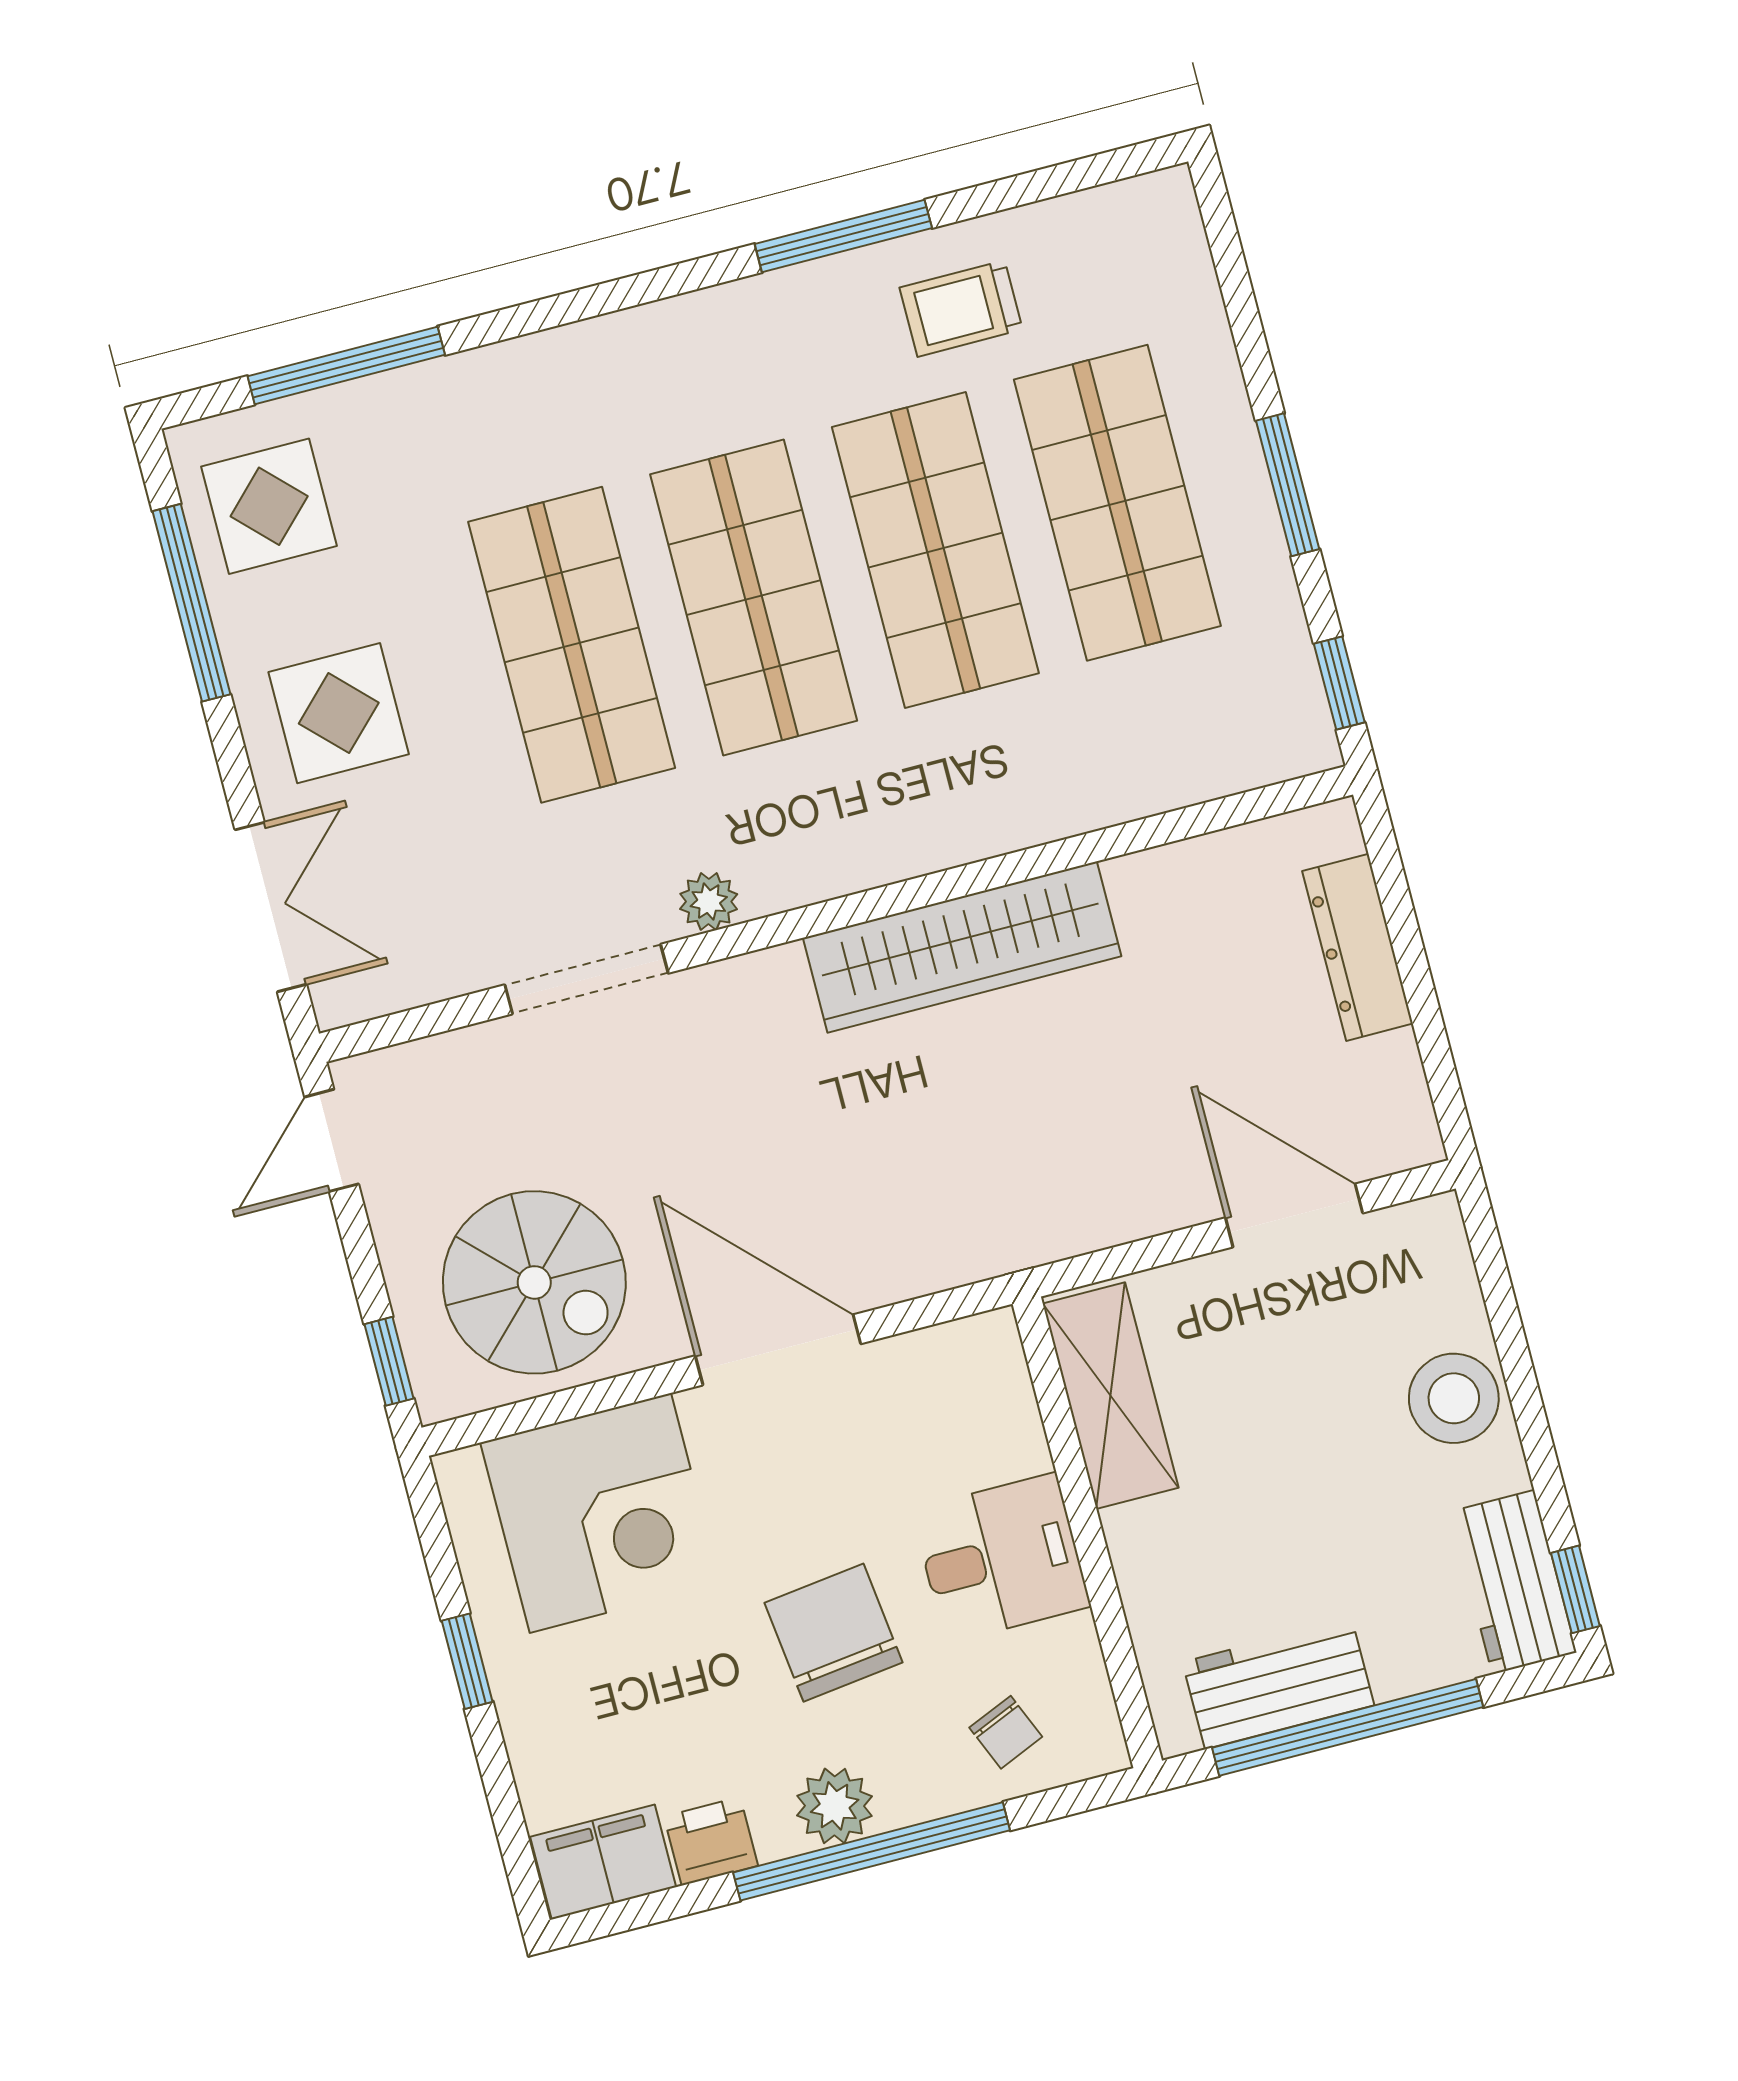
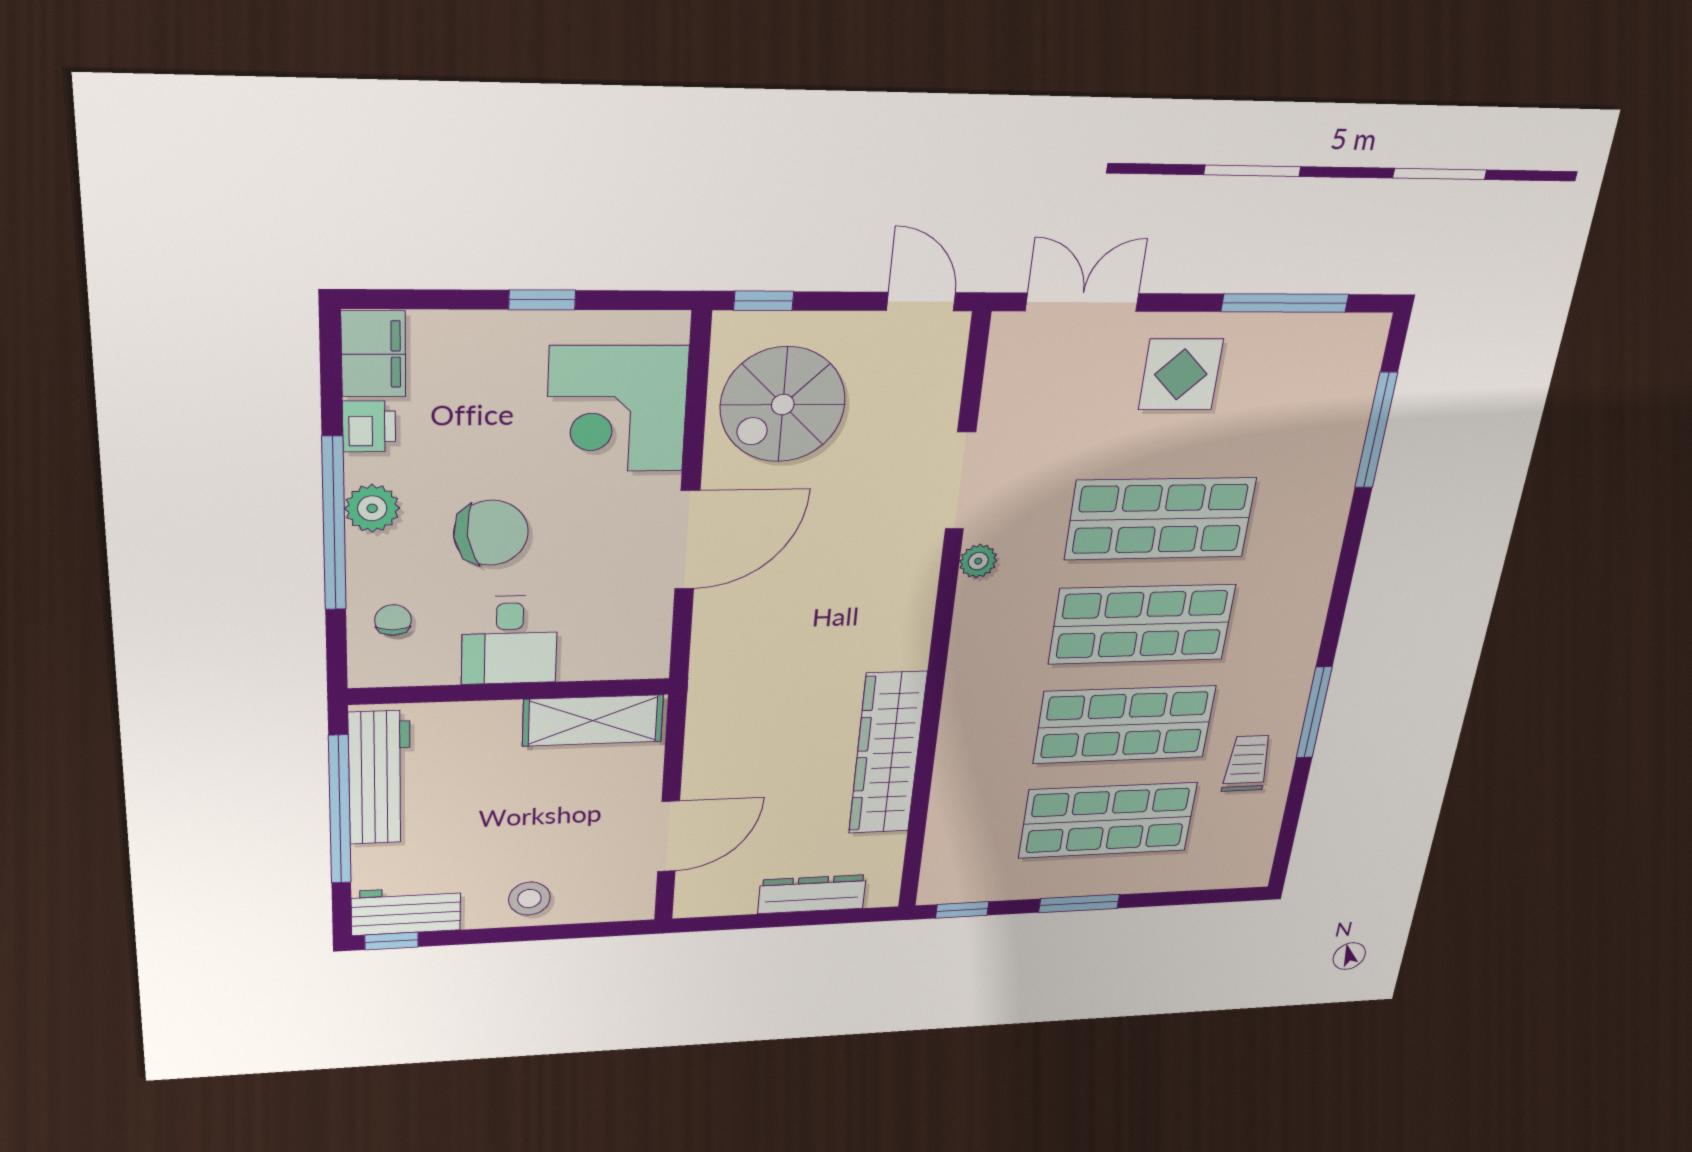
display table: (269, 506) -> (1319, 365), removed
double door: (271, 907) -> (1082, 302), swing flipped
wardrobe: (962, 947) -> (888, 753), moved
stool: (1454, 1398) -> (529, 899), width x0.73, depth x0.73
workbench: (1278, 1684) -> (379, 778), width x1.38
chair: (1006, 1732) -> (393, 620), turned 113

